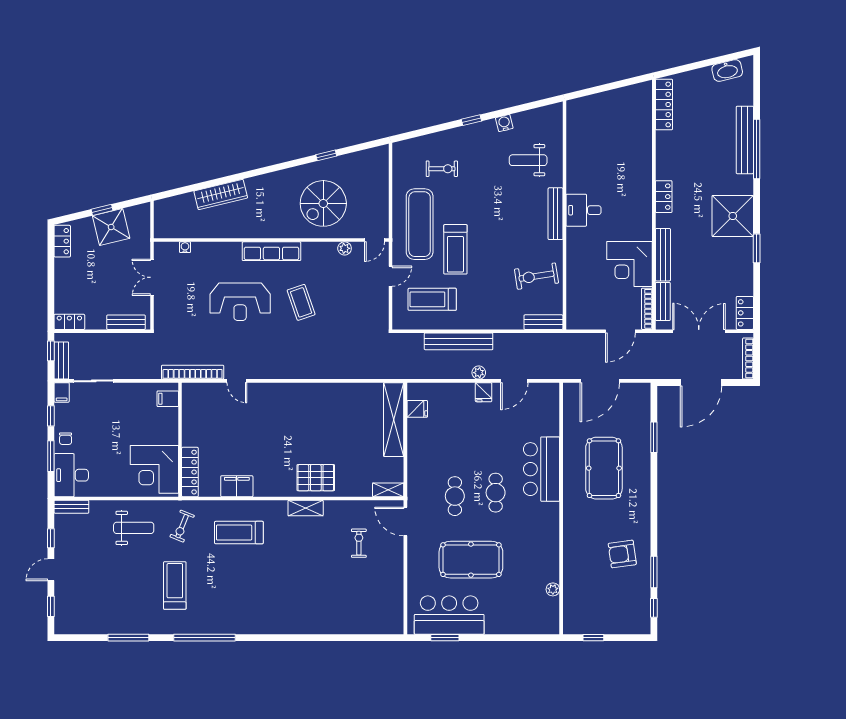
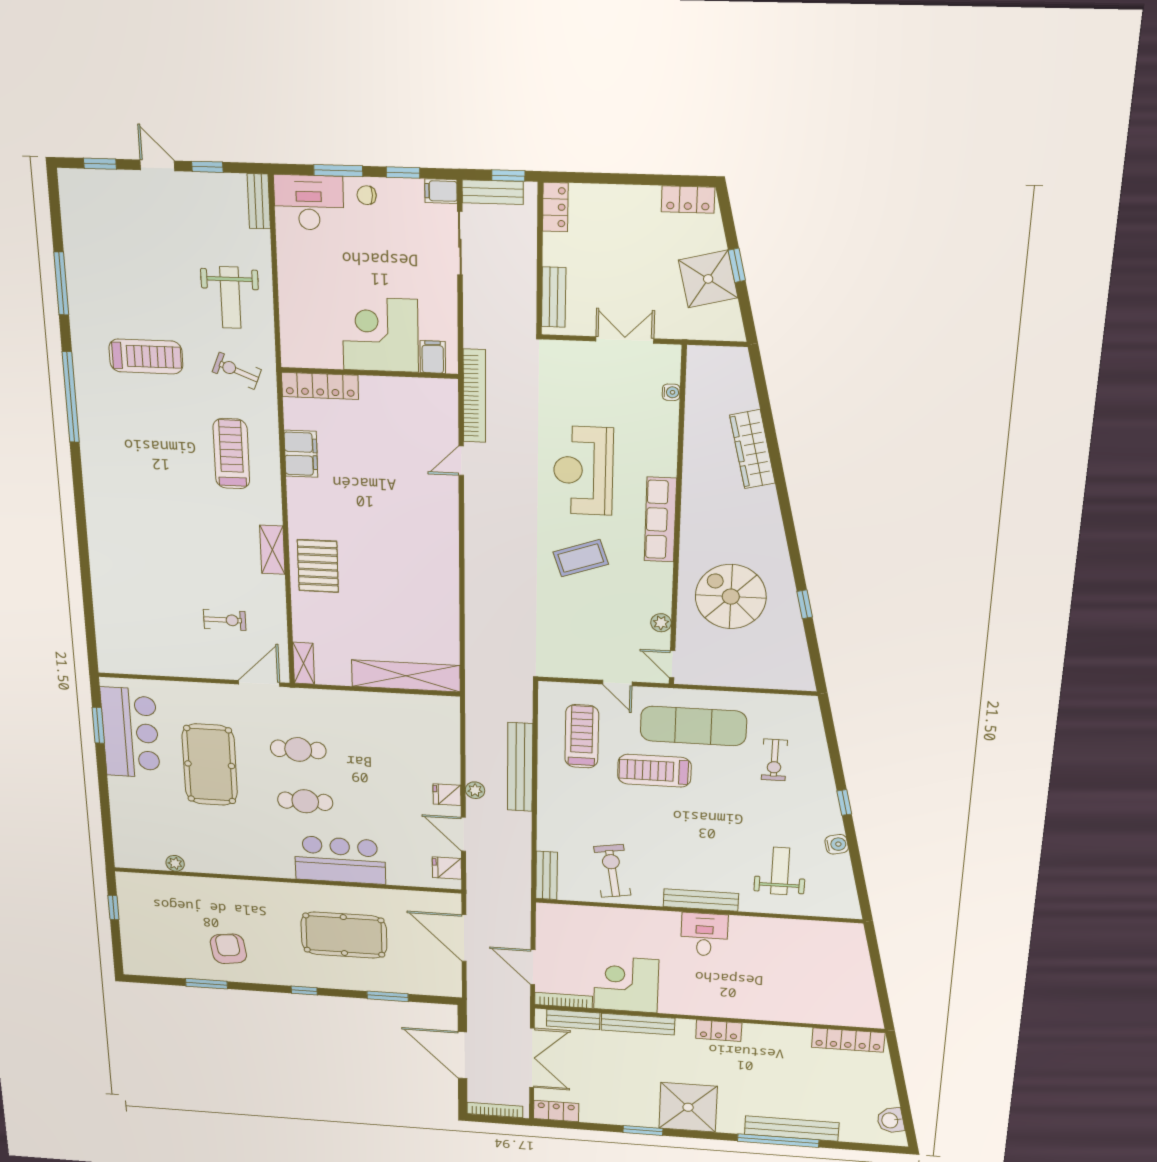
washbasin: (727, 71) -> (890, 1120), width x0.72
fridge: (417, 409) -> (447, 868), moved, turned 90
corner desk: (154, 469) -> (380, 335), moved
window: (654, 608) -> (304, 990), moved

